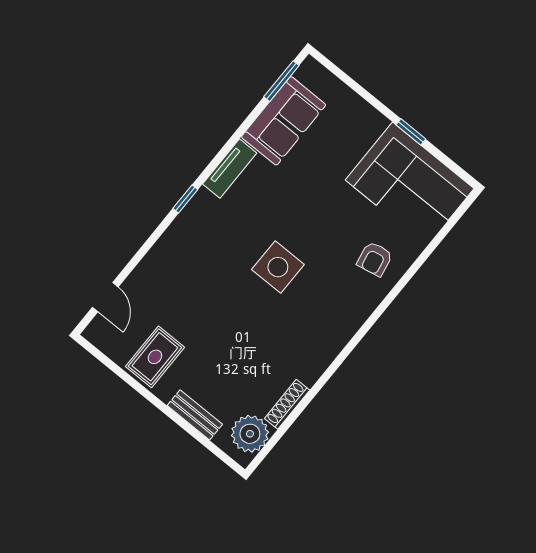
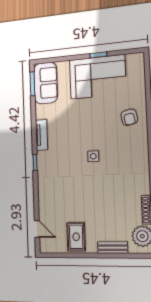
sofa: (284, 121) -> (46, 83), moved
corner sofa: (410, 184) -> (98, 77), moved
side table: (278, 267) -> (93, 156), width x0.54, depth x0.54

